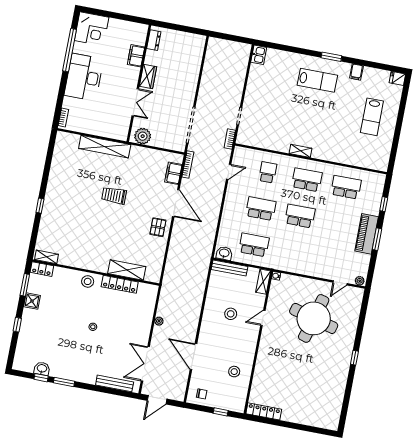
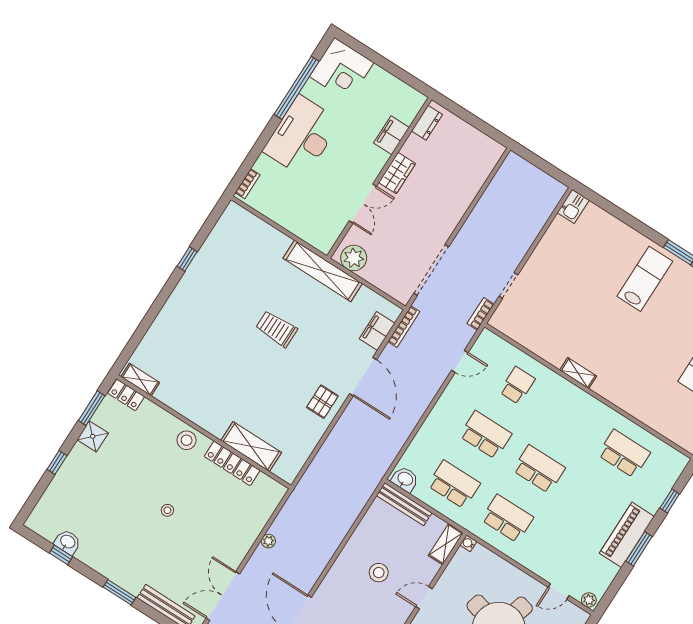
lab bench: (317, 80) -> (645, 279), turned -90
shelving: (105, 147) -> (323, 271), moved
school desk: (307, 180) -> (507, 519), moved
window: (40, 206) -> (187, 259), moved
window: (64, 382) -> (119, 592), moved

